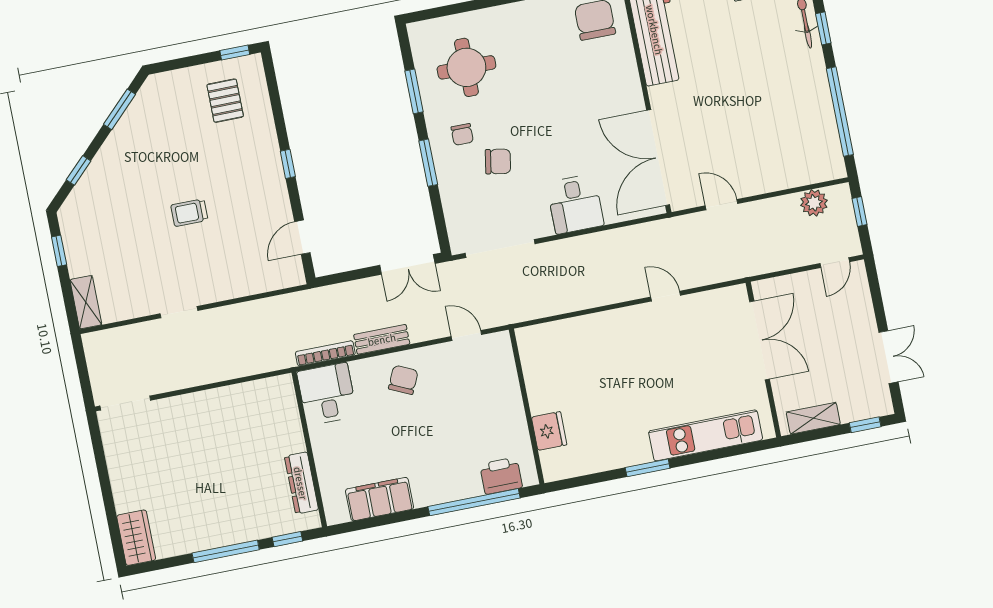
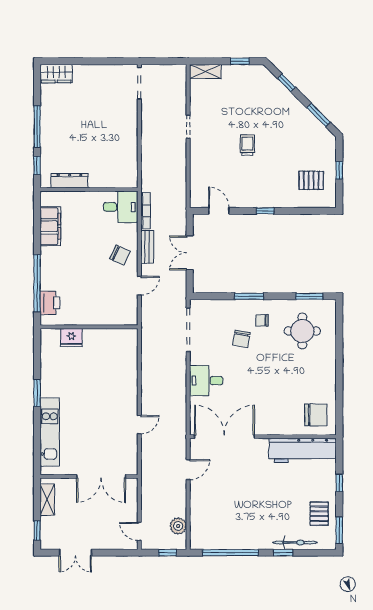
window: (235, 53) -> (339, 170), moved
window: (414, 91) -> (309, 296), moved
double door: (407, 264) -> (190, 253), moved
door: (466, 336) -> (139, 286), moved

